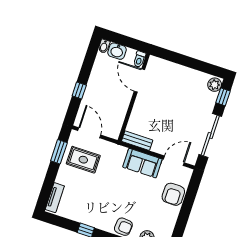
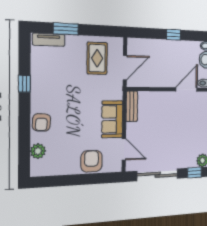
window: (79, 91) -> (174, 35), moved
door: (89, 133) -> (125, 68), moved
window: (59, 152) -> (66, 29), moved
armchair: (173, 194) -> (91, 161), turned 90

